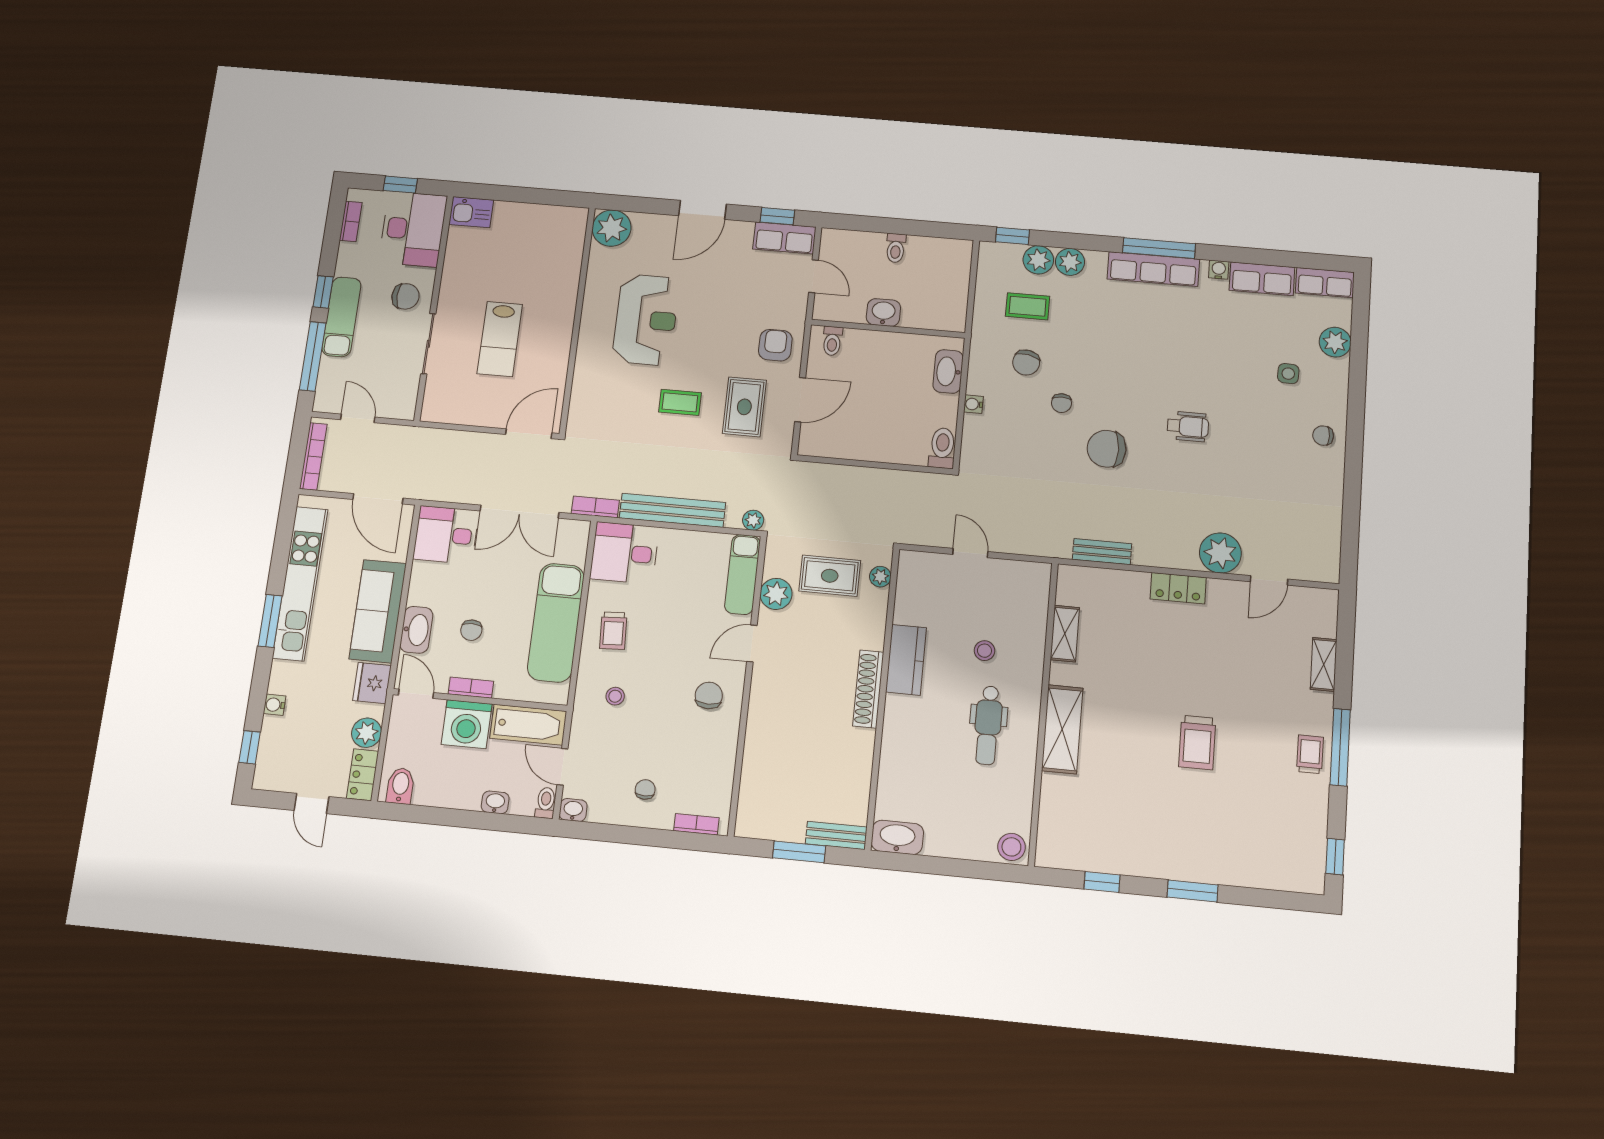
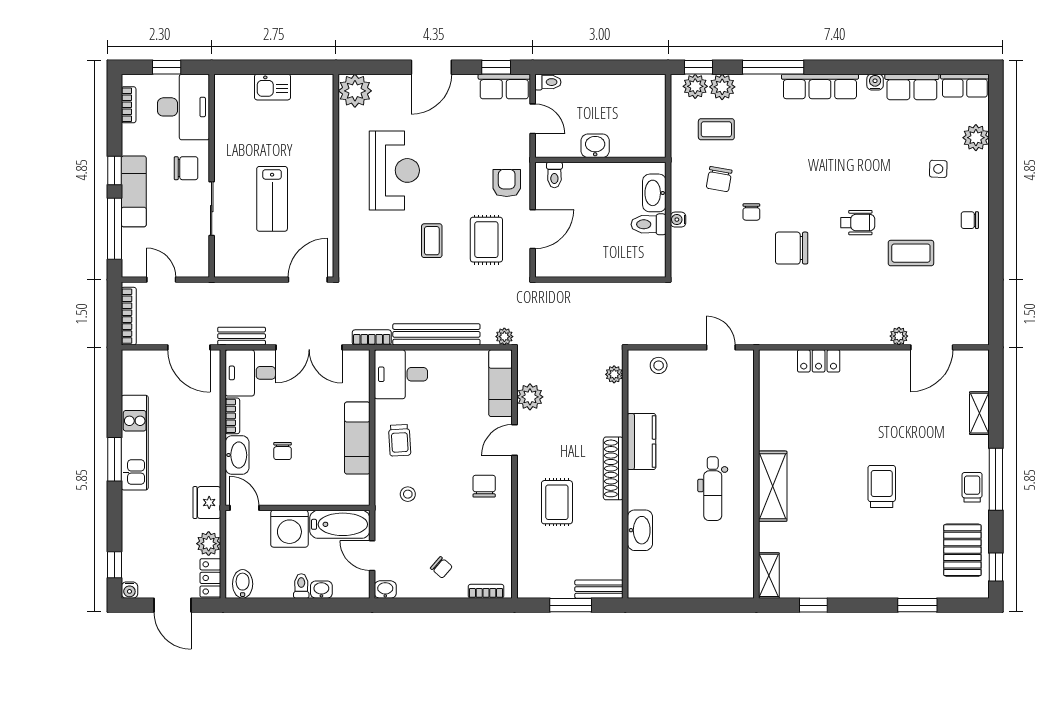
kitchen sink: (471, 212) -> (272, 87), moved
toilet: (896, 248) -> (548, 82), moved, turned -90
window: (1159, 248) -> (773, 67), moved
plant: (1070, 262) -> (695, 86), moved
coffee table: (680, 402) -> (432, 241), turned 90
toilet: (942, 448) -> (649, 224), moved, turned -90
coffee table: (1250, 467) -> (911, 253), added
bench: (1102, 552) -> (242, 336), moved
door: (970, 553) -> (721, 347), moved
plant: (1220, 553) -> (899, 336), width x0.53, depth x0.53
rug: (830, 576) -> (557, 502), moved, turned 90
door: (1269, 580) -> (932, 347), width x1.38
kitchen unit: (300, 583) -> (135, 443), width x0.73
locker: (1178, 588) -> (819, 361), moved
sofa: (378, 611) -> (203, 442), removed
exam couch: (556, 623) -> (357, 438), width x0.73, depth x0.69
shelving: (1065, 634) -> (769, 575), moved
stool: (984, 651) -> (659, 365), moved
bookcase: (471, 688) -> (232, 416), moved, turned 90
water cooler: (275, 705) -> (129, 590), moved, turned -90
trolley: (1197, 743) -> (882, 486), turned 180
chair: (645, 789) -> (441, 567), turned 131
door: (312, 803) -> (172, 605), width x1.38
toilet: (546, 803) -> (301, 586), moved
pallet: (1294, 831) -> (962, 550), added
washbasin: (897, 837) -> (640, 530), moved, turned 90
stool: (1011, 847) -> (740, 584), removed
window: (1193, 891) -> (917, 605), moved

